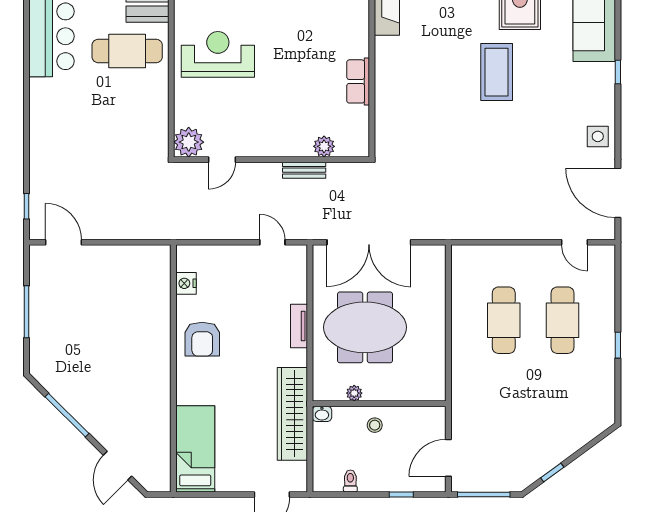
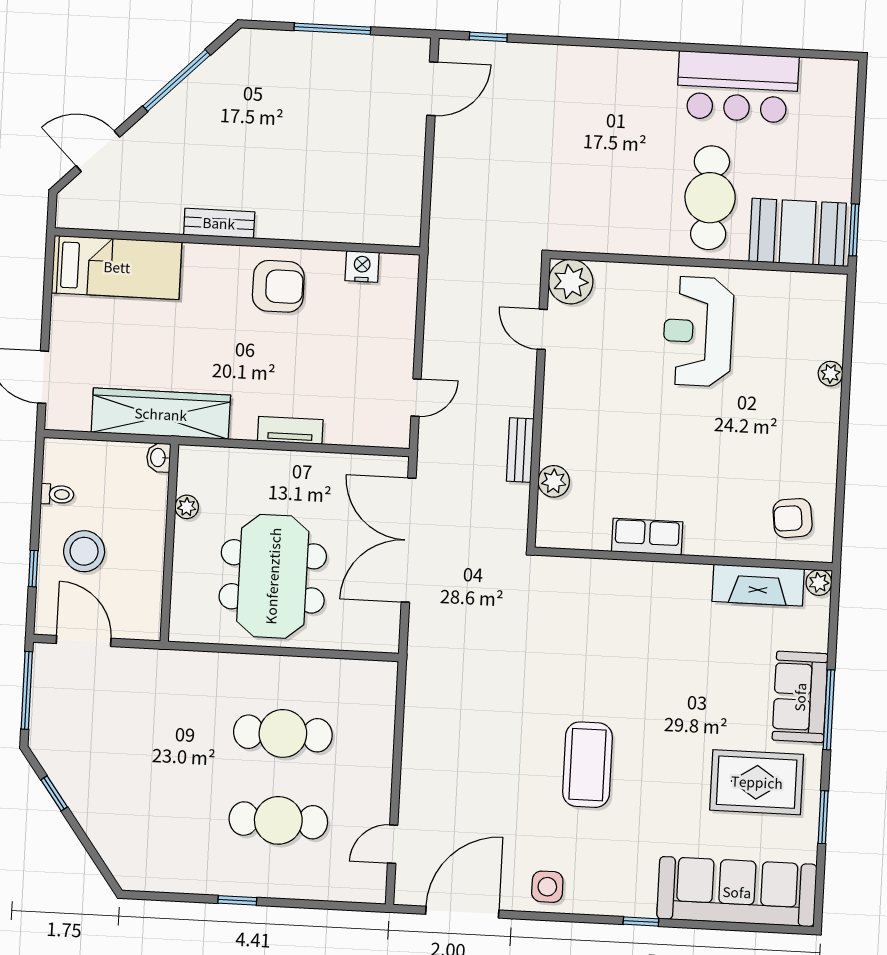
reception desk: (218, 54) -> (698, 331), turned 180
coffee table: (497, 72) -> (587, 765), moved, turned 90
meeting table: (365, 327) -> (273, 576), moved
armchair: (202, 339) -> (278, 286), turned 180
bench: (162, 381) -> (219, 223), added
stool: (375, 425) -> (84, 551), moved, width x1.89, depth x1.89

